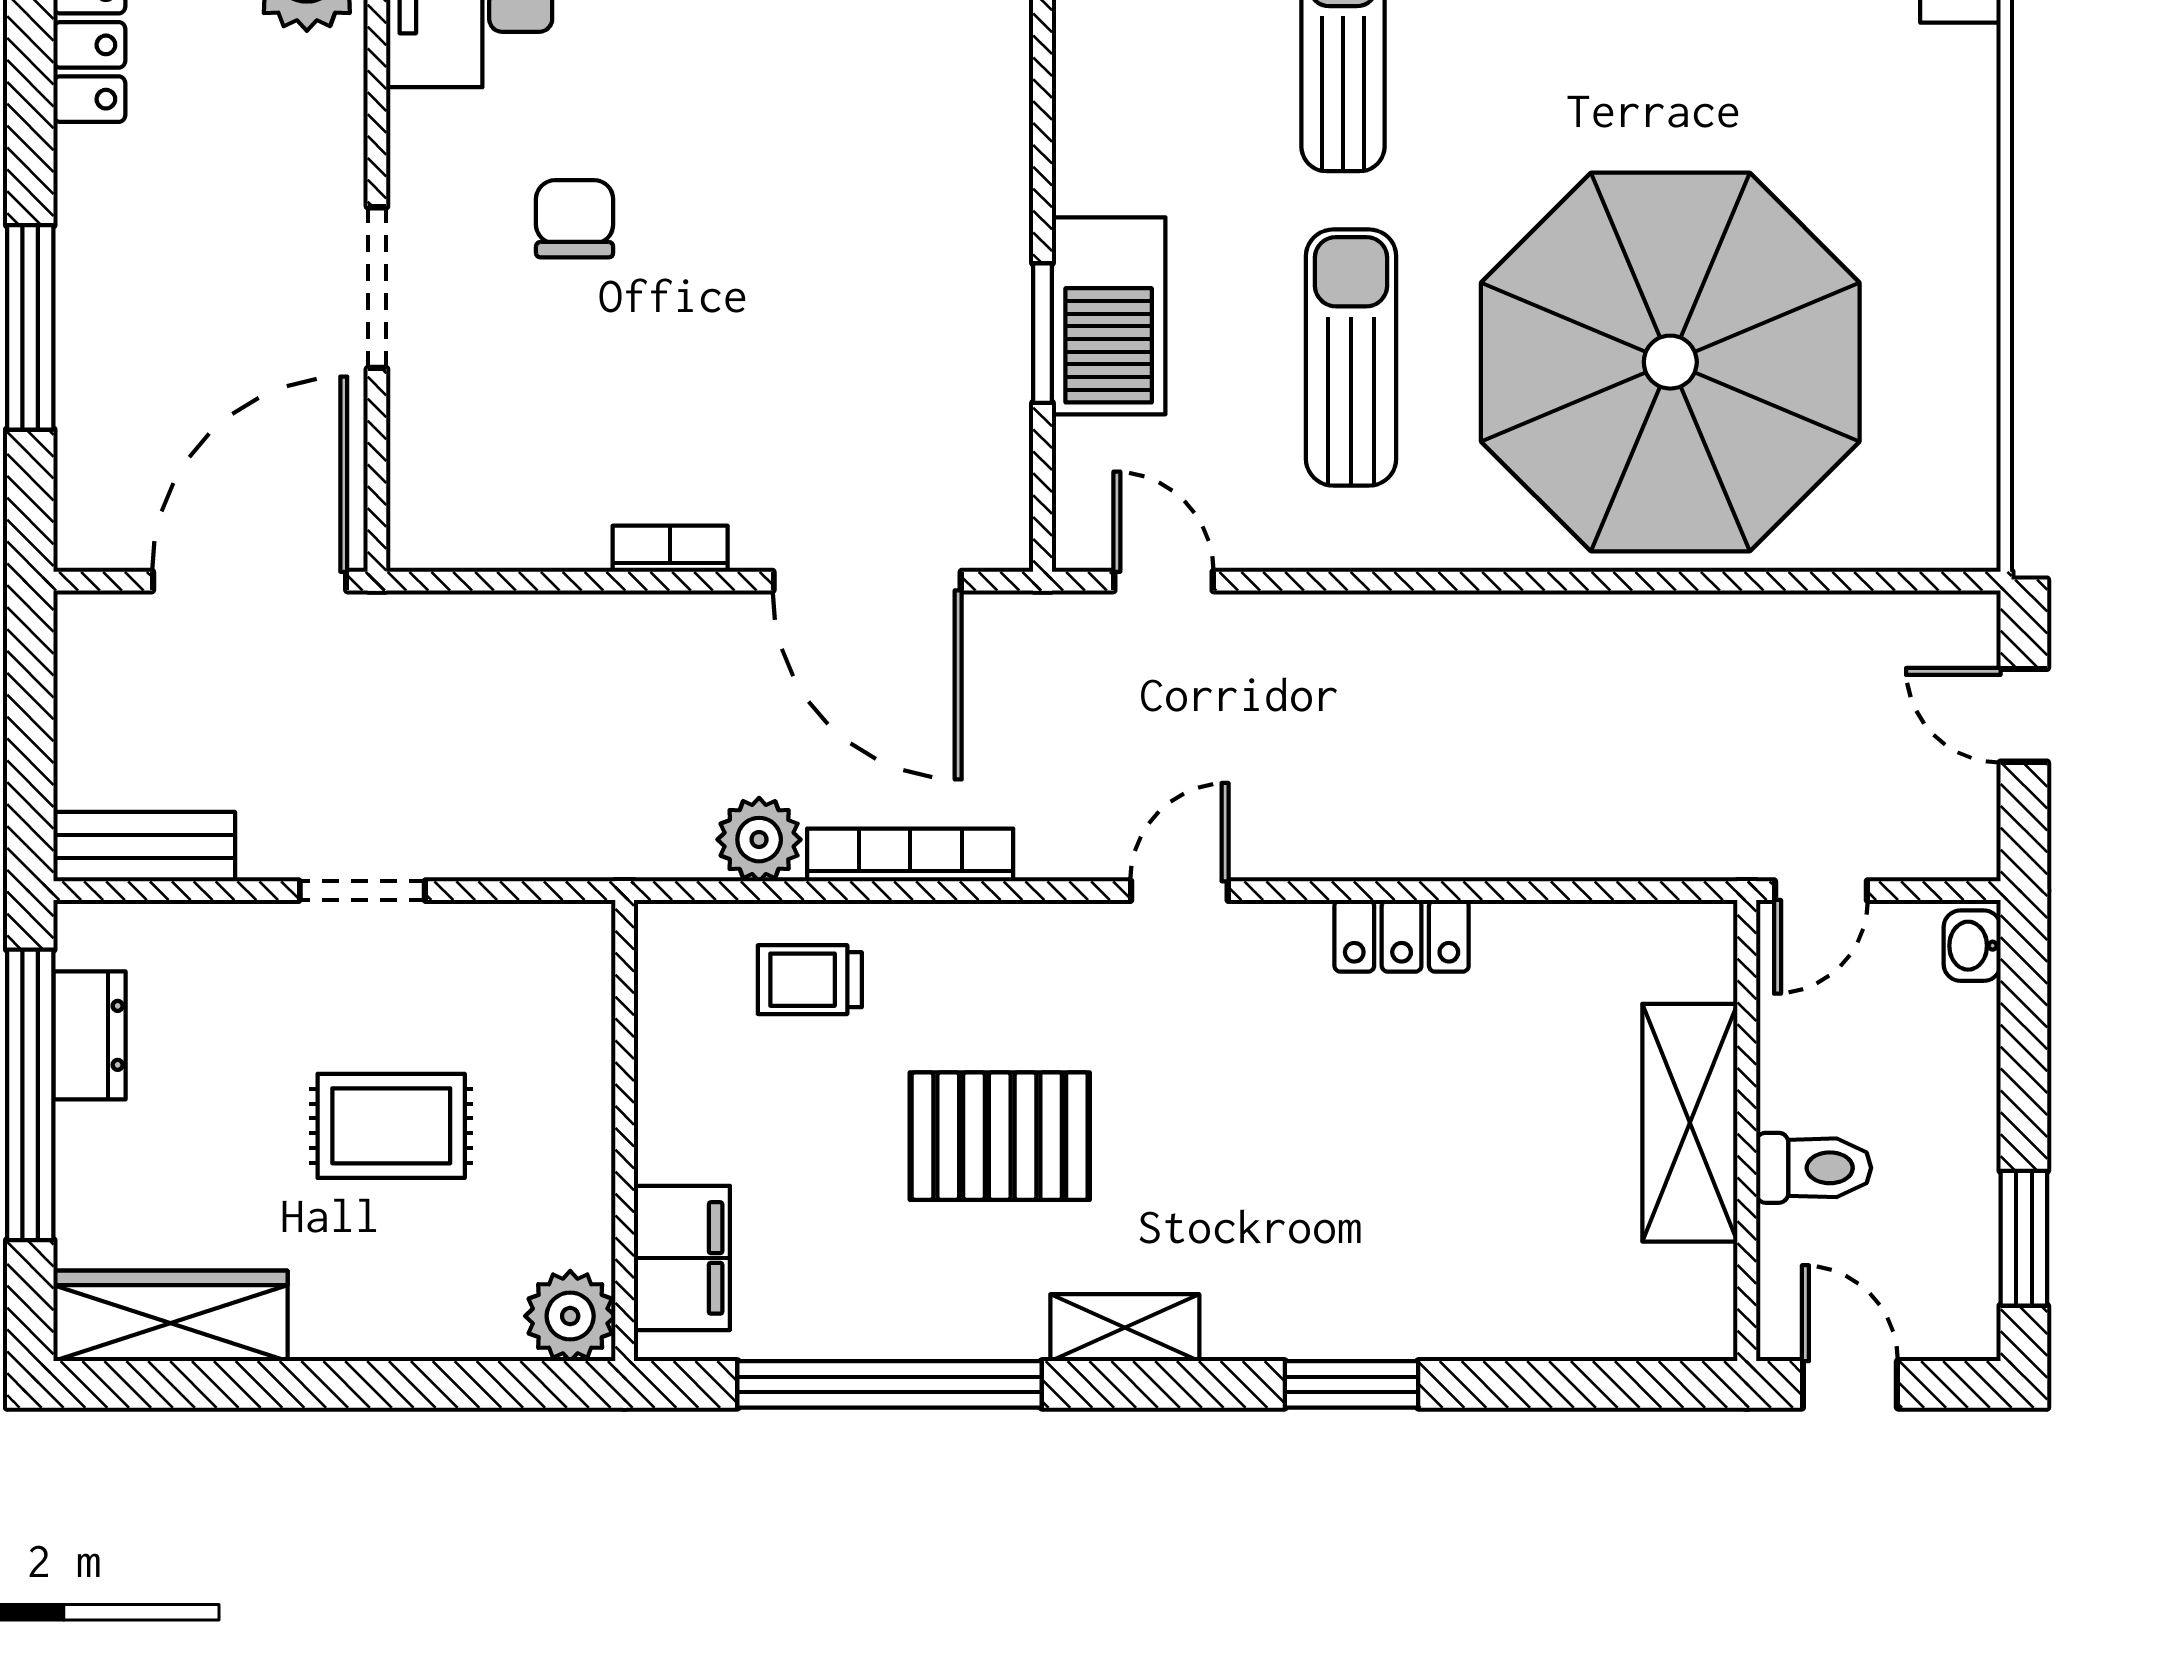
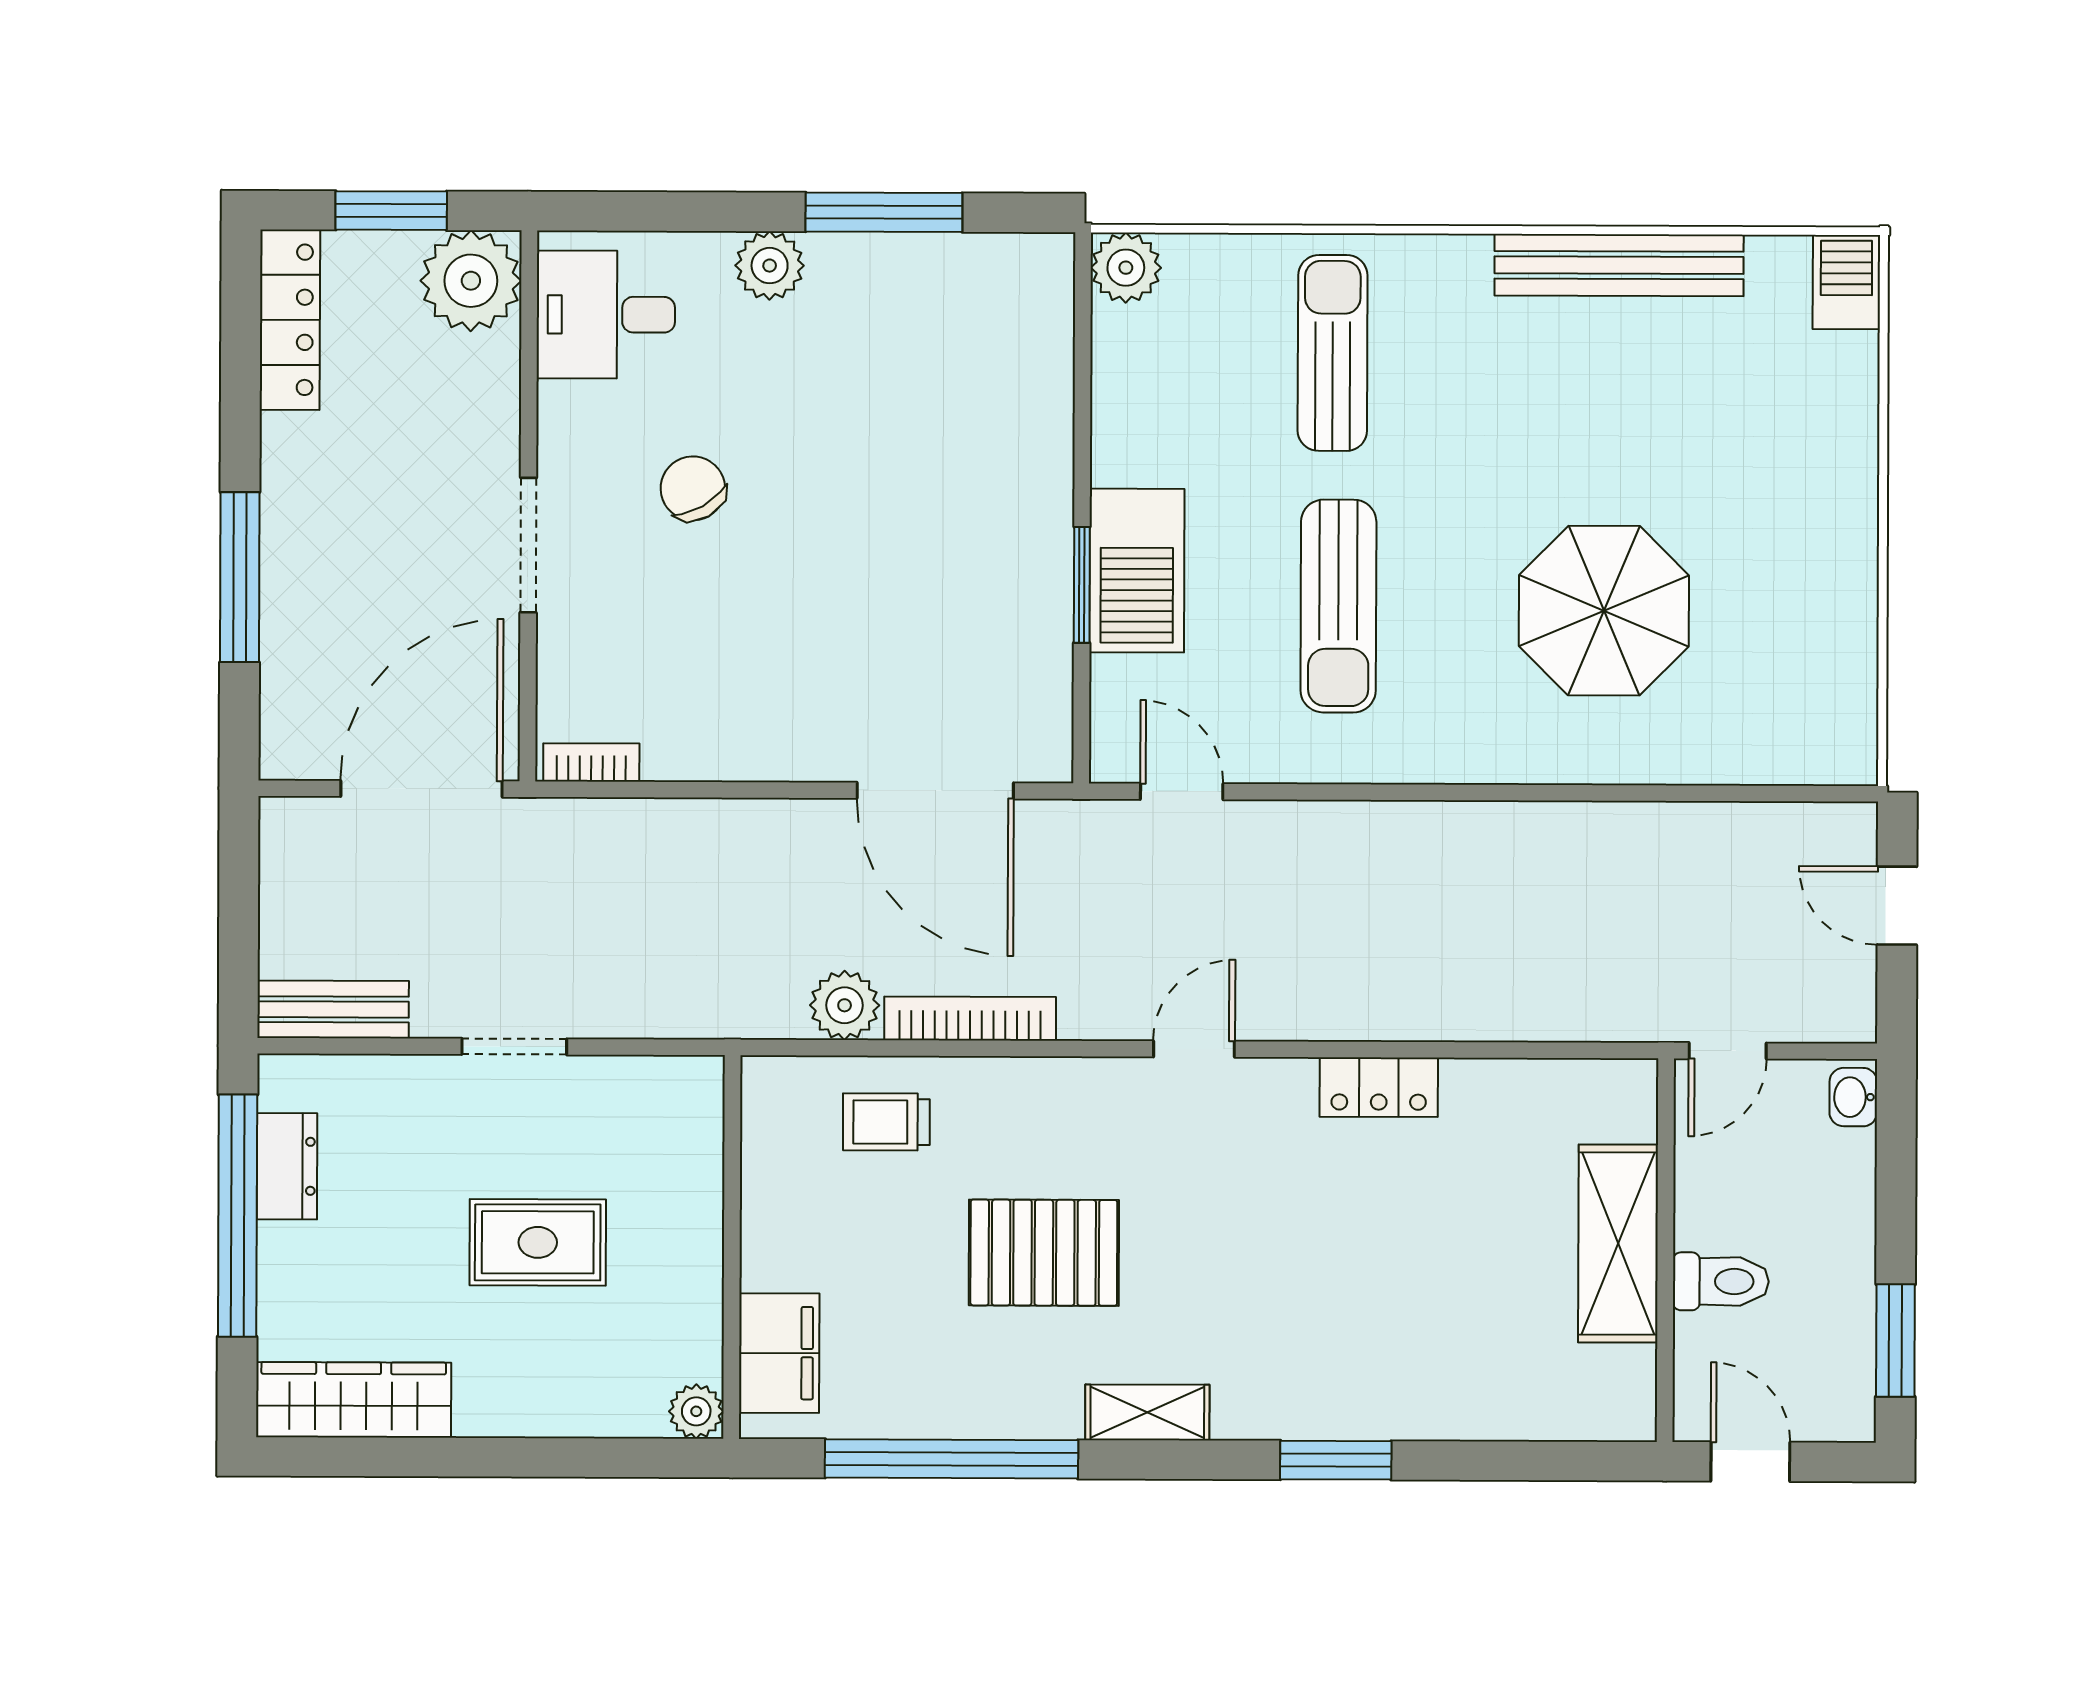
chair: (575, 219) -> (693, 488), turned -30
sun lounger: (1351, 358) -> (1338, 606), turned 180
parasol: (1670, 362) -> (1604, 611), width x0.54, depth x0.54
bookcase: (670, 549) -> (591, 762), moved
plant: (570, 1316) -> (696, 1411), width x0.73, depth x0.73

